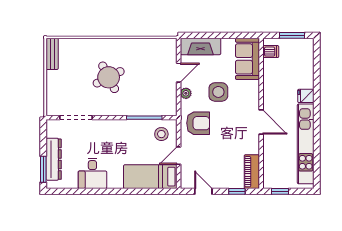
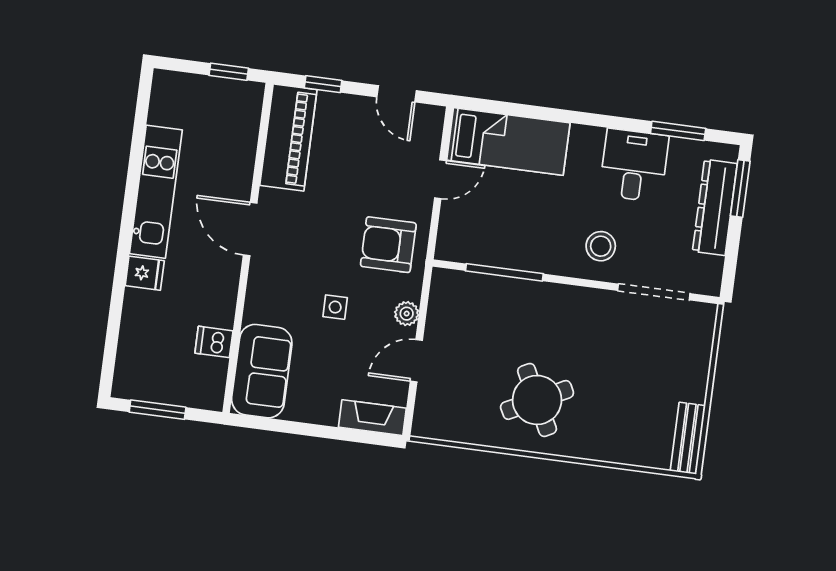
fireplace: (200, 47) -> (372, 418), width x0.73, depth x0.76
dishwasher: (271, 52) -> (214, 342), moved
round table: (109, 77) -> (537, 400), moved
side table: (218, 92) -> (335, 307), width x0.54, depth x0.54
stool: (161, 134) -> (601, 246), moved
kitchen unit: (306, 144) -> (156, 192), width x0.73
piano: (252, 172) -> (288, 137), width x1.37, depth x1.33
window: (75, 191) -> (678, 131), added

